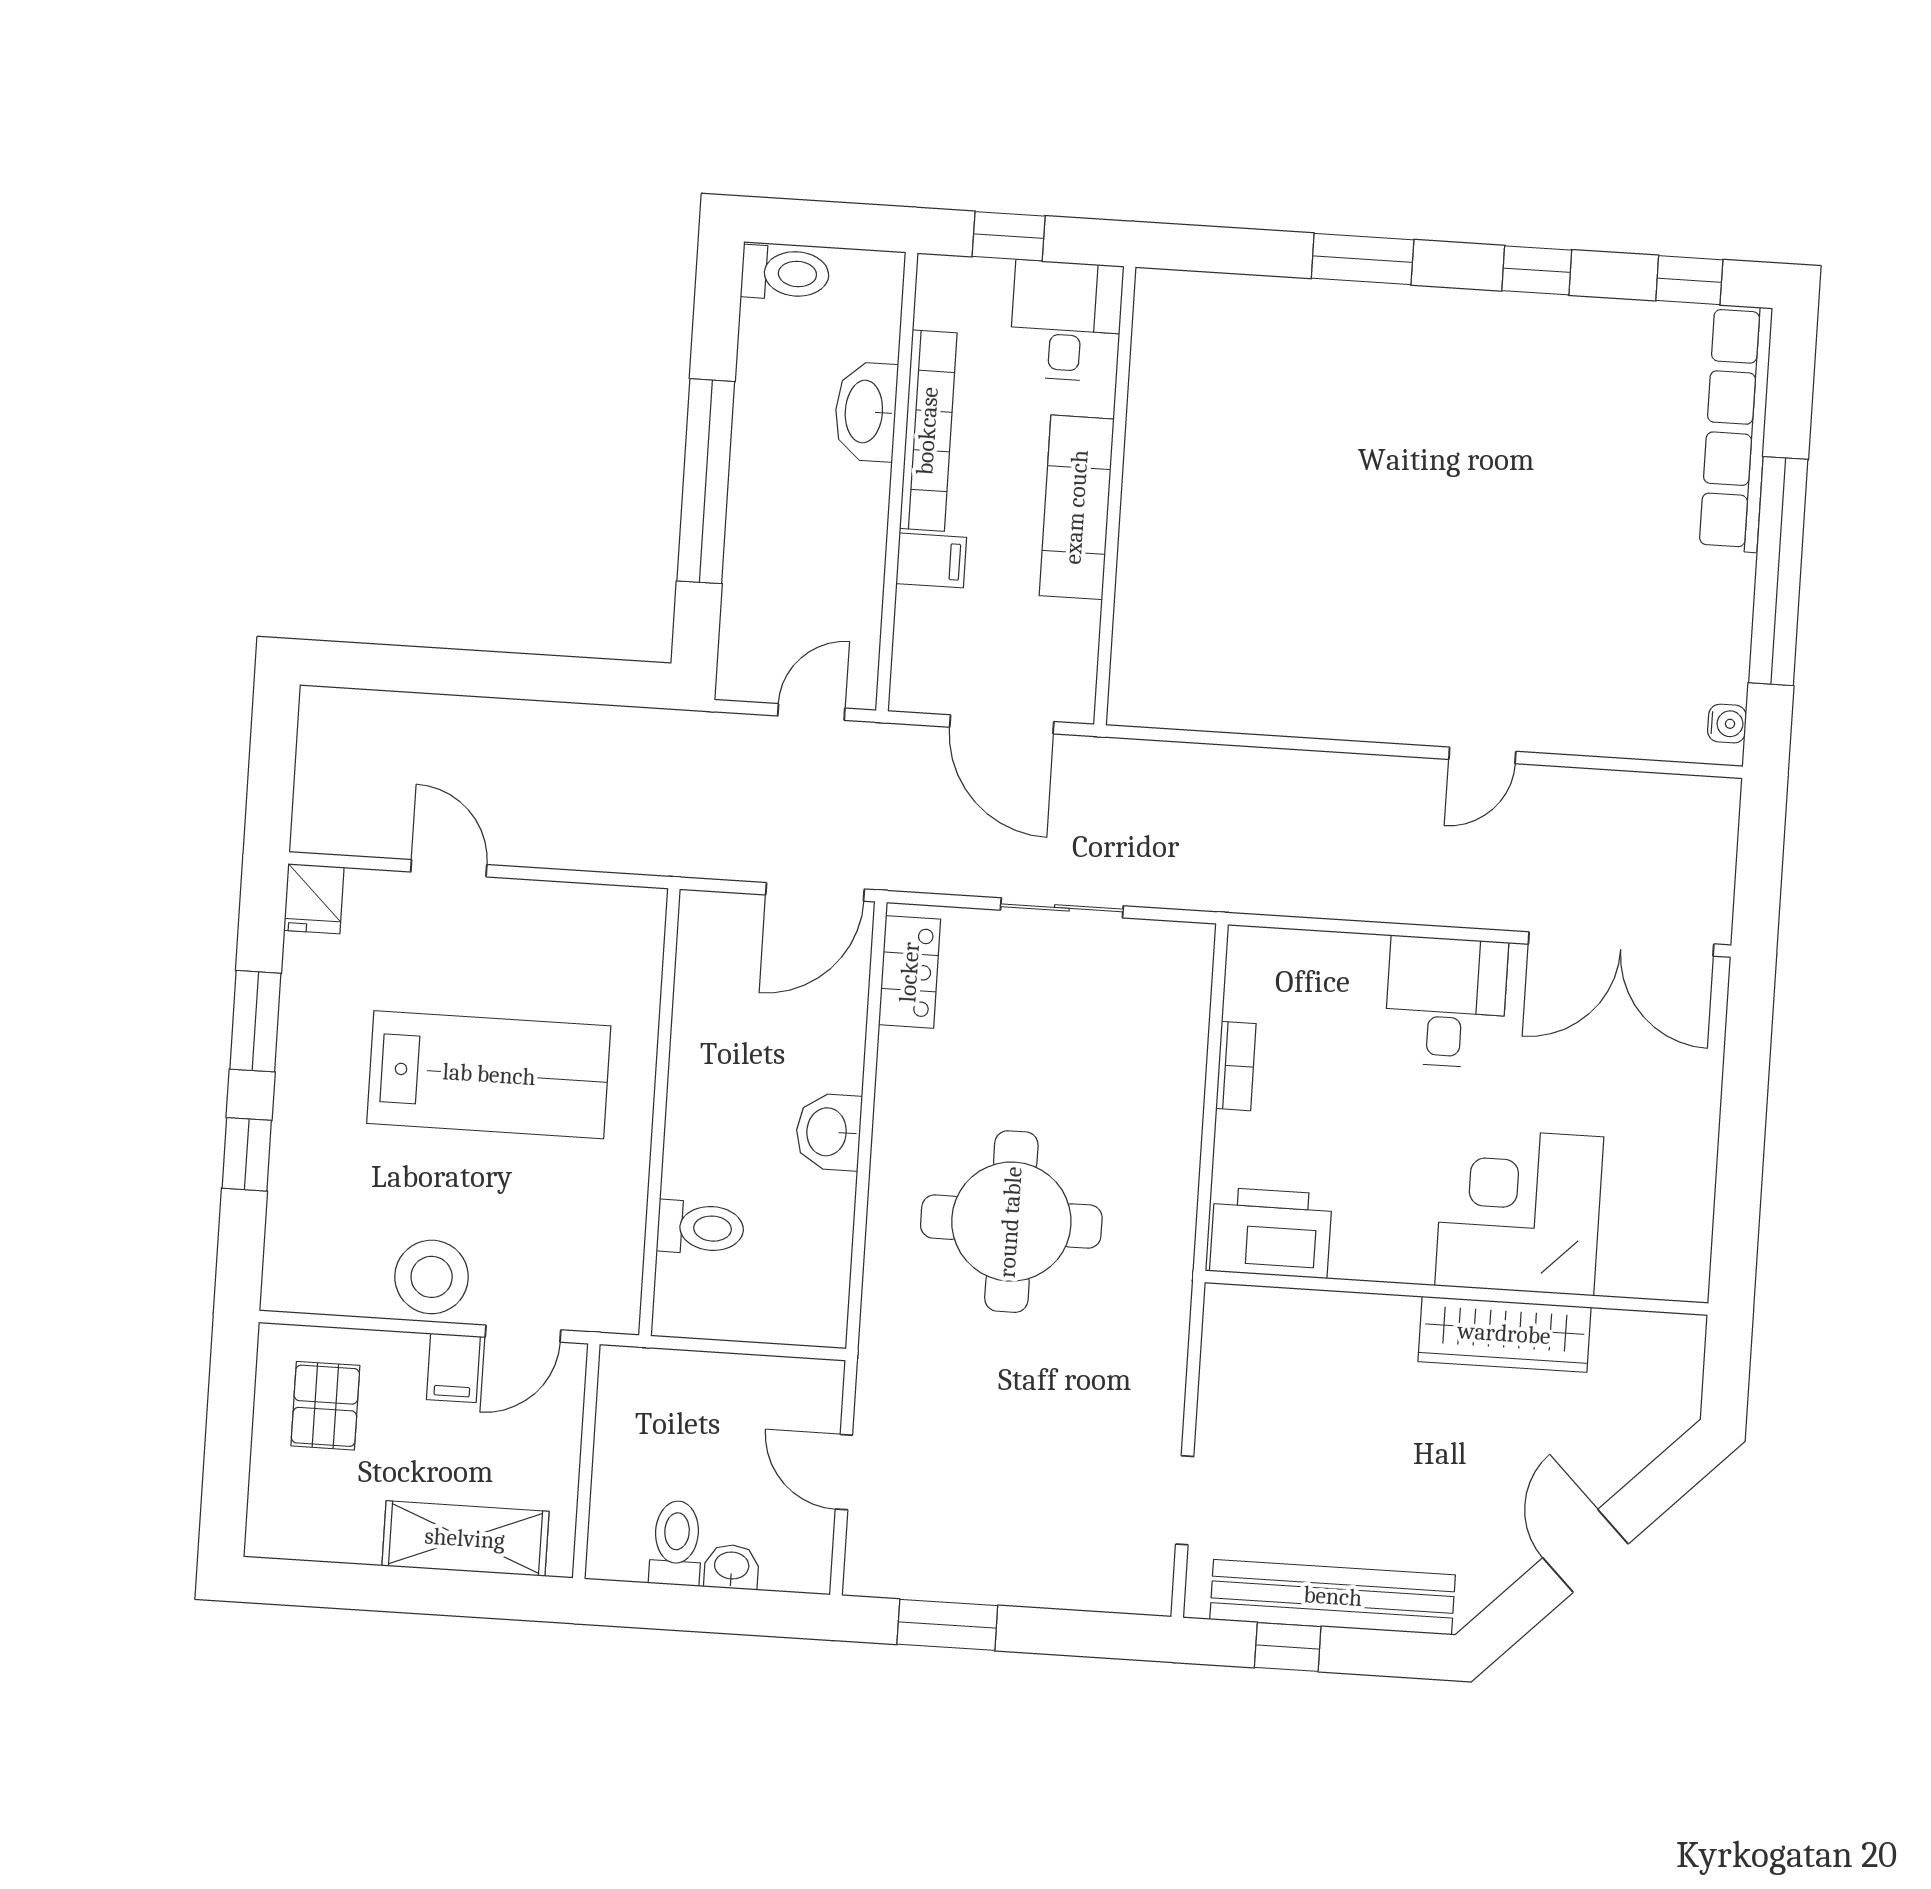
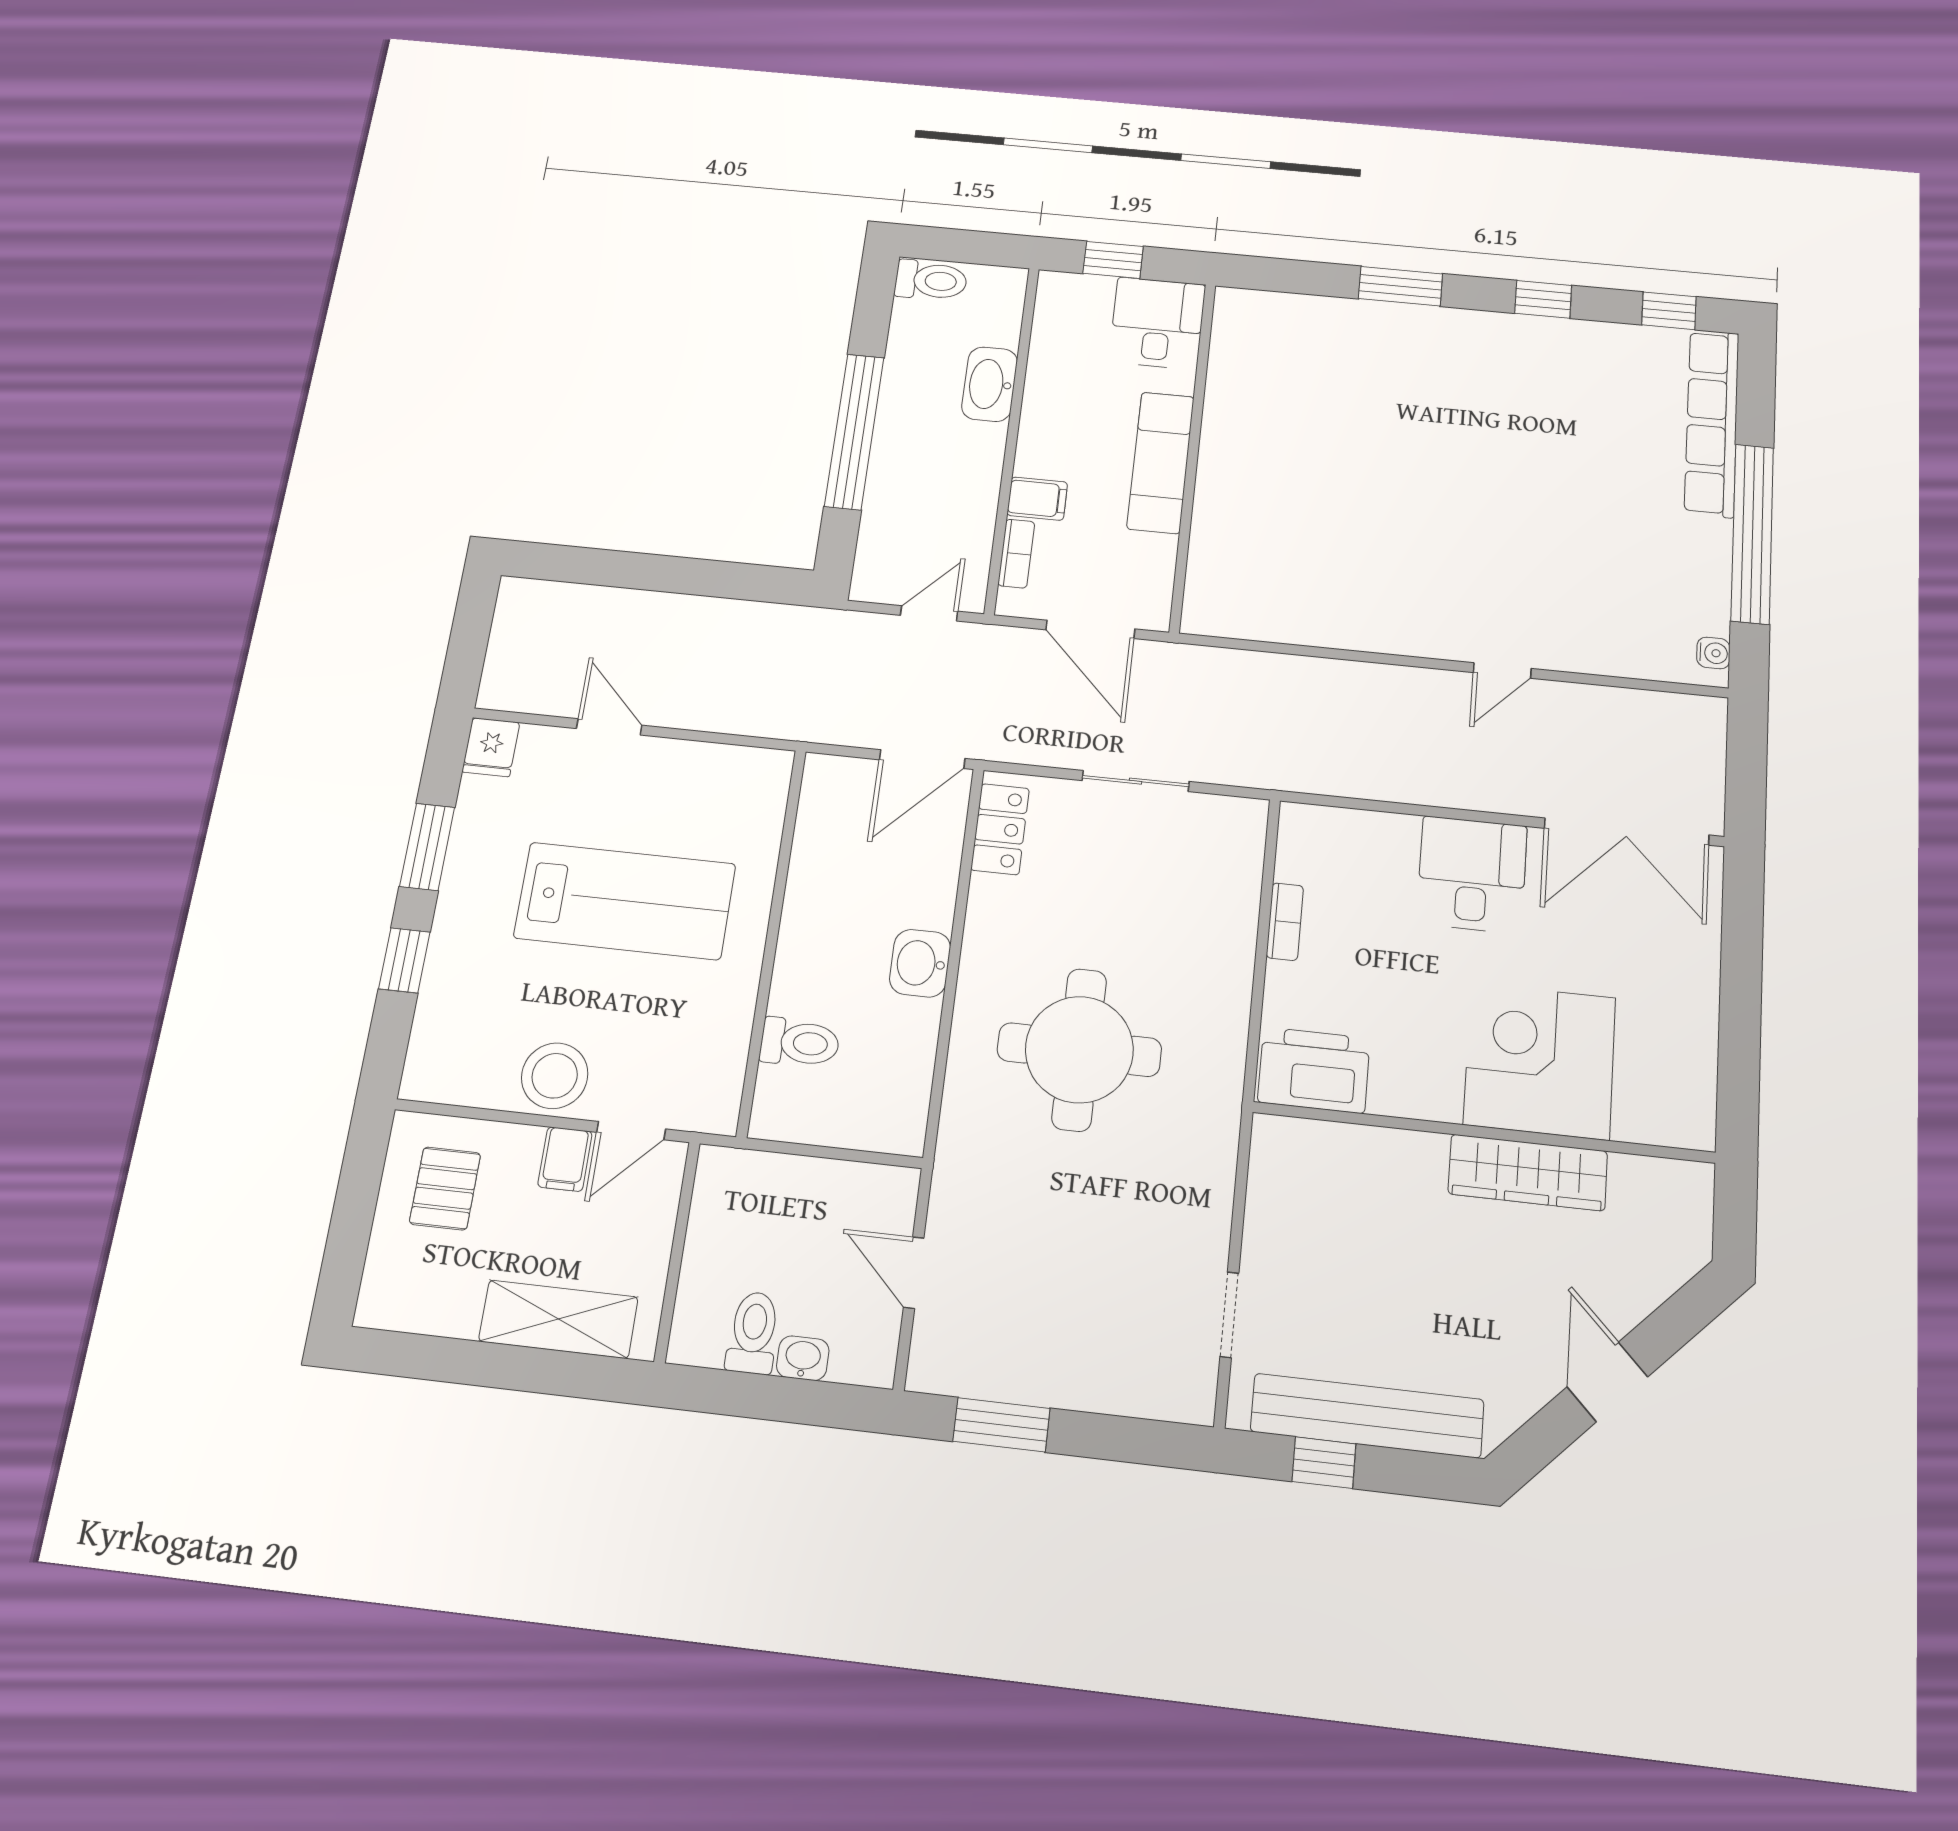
bookcase: (928, 431) -> (1016, 554), moved, width x0.43, depth x0.76

